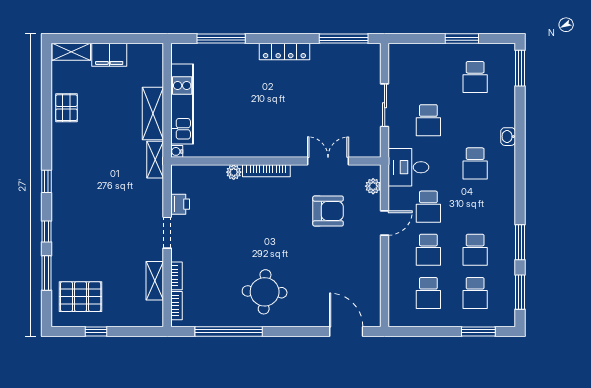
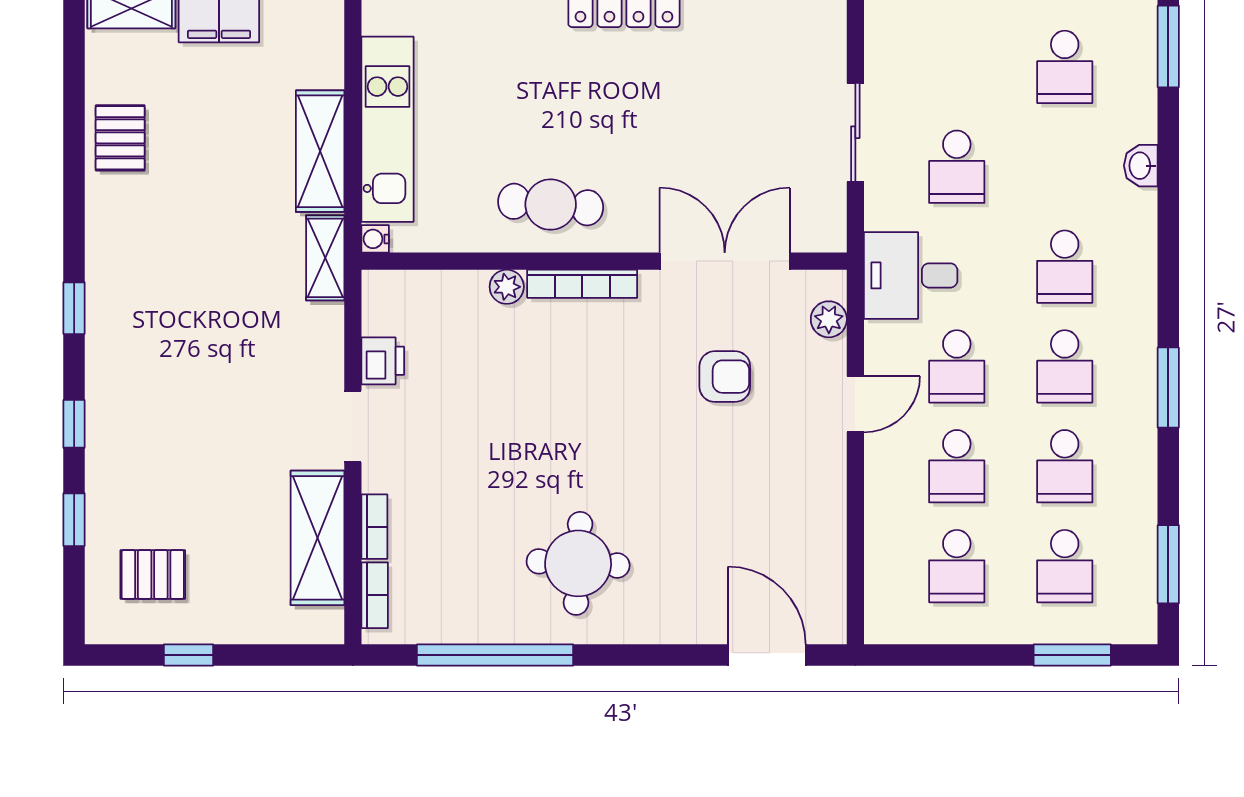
cafe table: (253, 137) -> (551, 205), added
washbasin: (508, 137) -> (1141, 166), moved
double door: (328, 161) -> (725, 261), width x1.37
school desk: (475, 207) -> (1065, 366), added
armchair: (328, 211) -> (725, 377), width x0.72, depth x0.72
window: (520, 242) -> (1168, 388), moved
window: (46, 273) -> (74, 520), width x0.67
shelving: (155, 281) -> (317, 538), width x1.50, depth x1.33
pallet: (81, 297) -> (153, 574), width x0.67, depth x0.71

